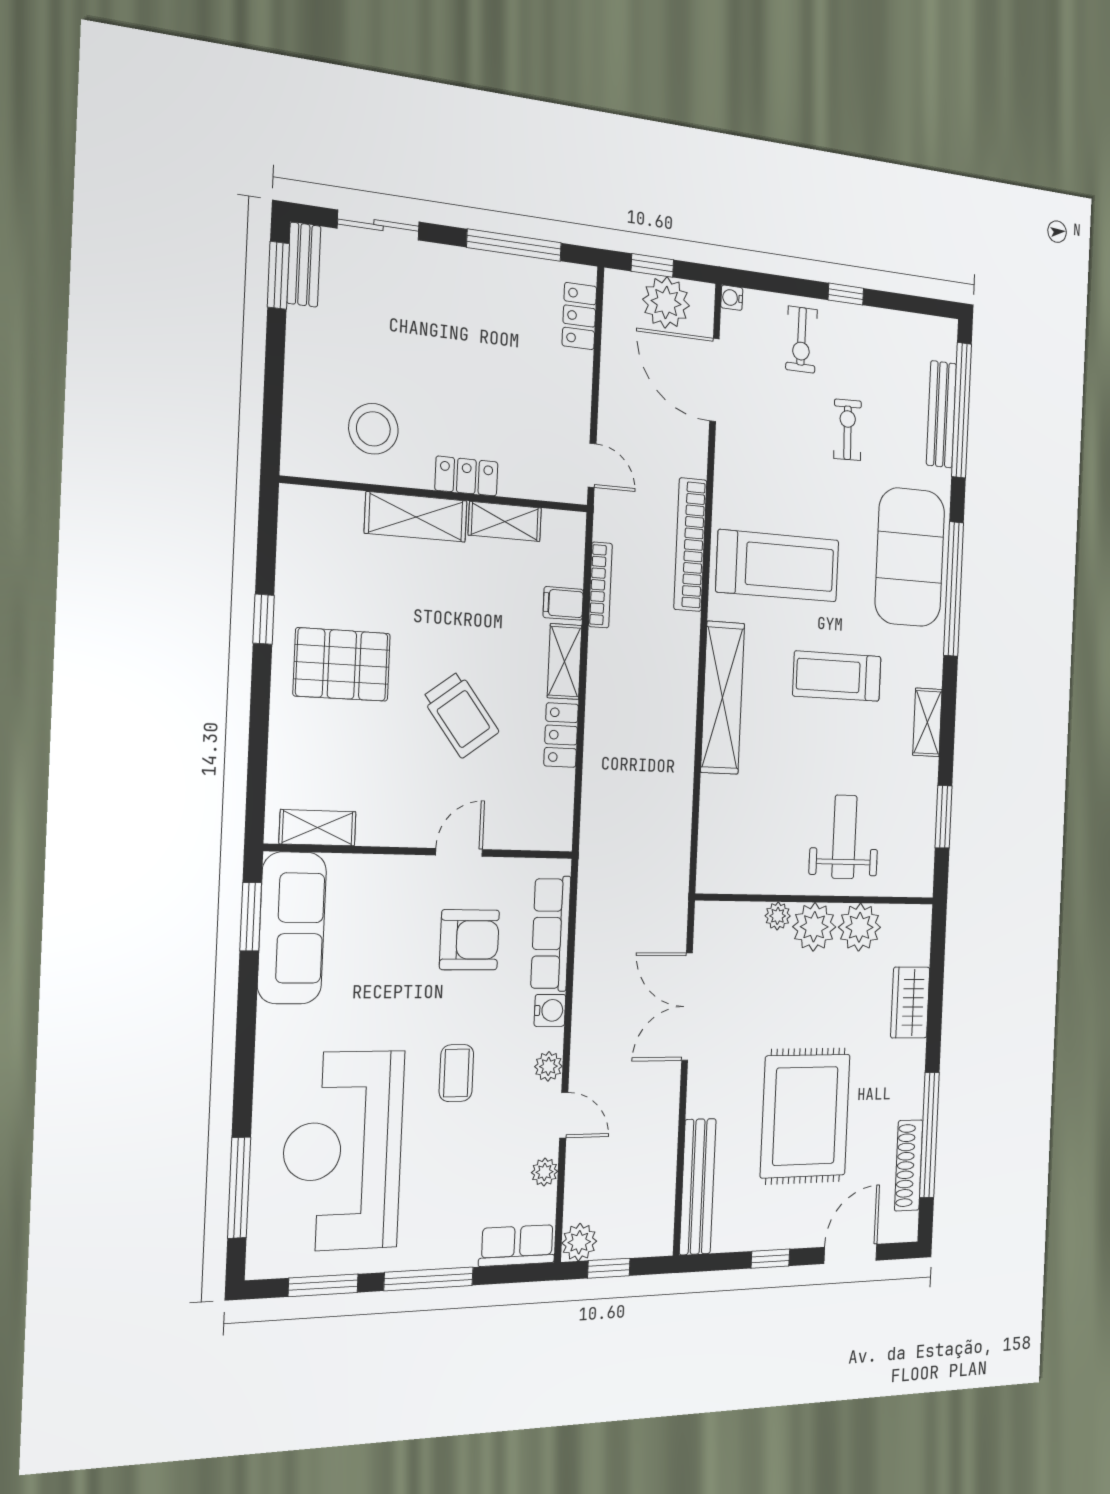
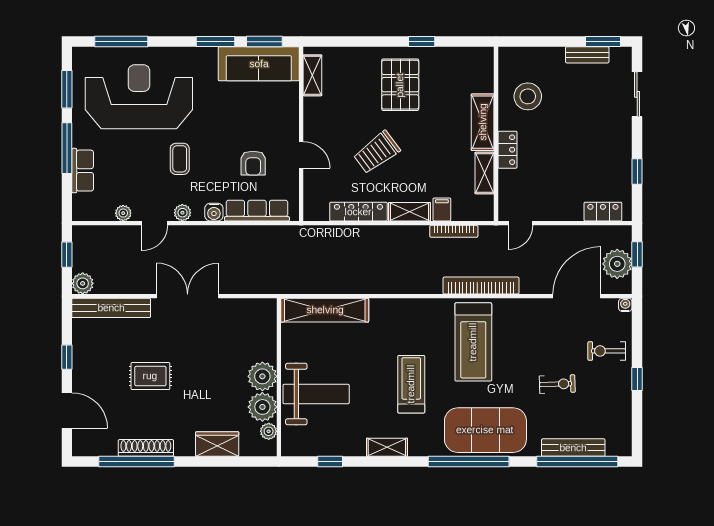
window: (514, 245) -> (637, 171), width x0.46
bench: (304, 265) -> (587, 55), moved
shelving: (723, 698) -> (325, 310), moved
locker: (561, 735) -> (358, 212), width x1.53
window: (943, 817) -> (330, 462), width x0.67
weight bench: (844, 837) -> (316, 394), width x1.36, depth x1.33
plant: (778, 916) -> (269, 431), moved
armchair: (469, 940) -> (253, 163), width x0.72, depth x0.72
double door: (687, 1007) -> (188, 296), moved
window: (247, 1009) -> (216, 42), added
coffee table: (456, 1073) -> (180, 159), turned 90
rug: (805, 1116) -> (150, 376), width x0.54, depth x0.49
shoe rack: (909, 1165) -> (146, 448), moved
plant: (579, 1242) -> (83, 283), moved
row of seats: (517, 1246) -> (83, 171), moved

